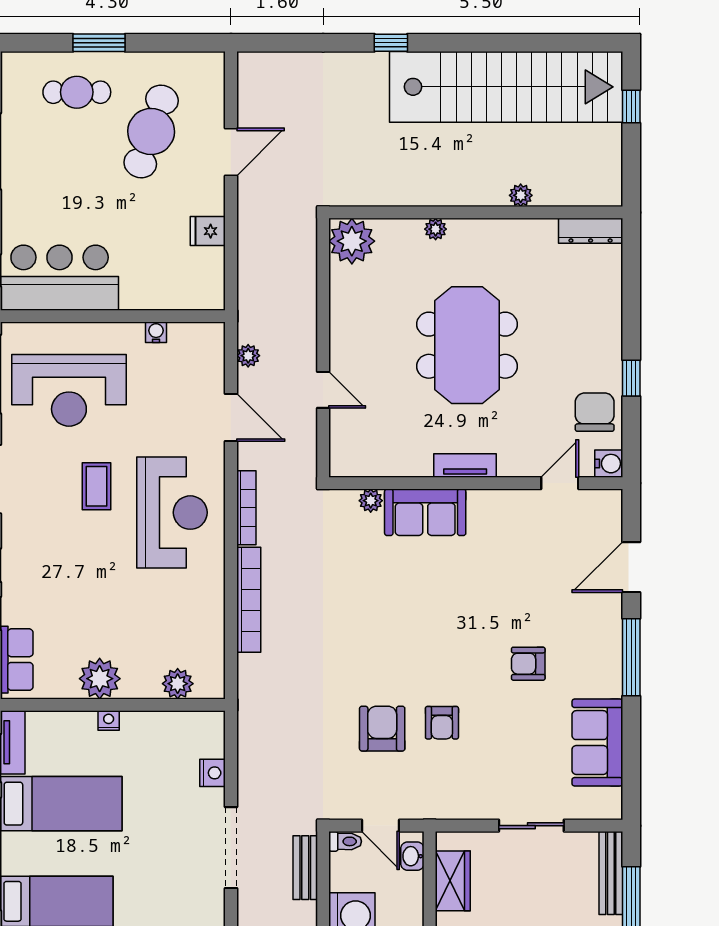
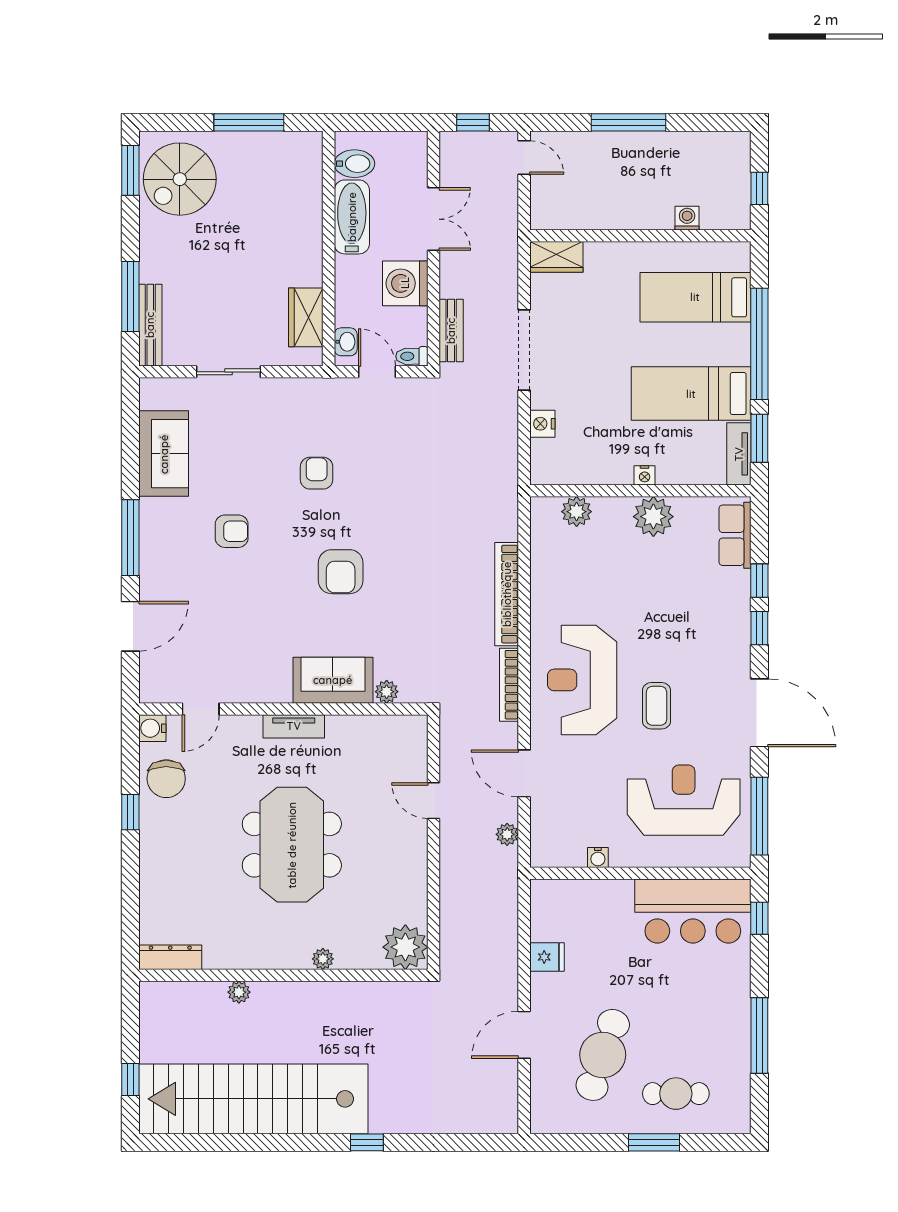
armchair: (382, 729) -> (341, 572), moved

